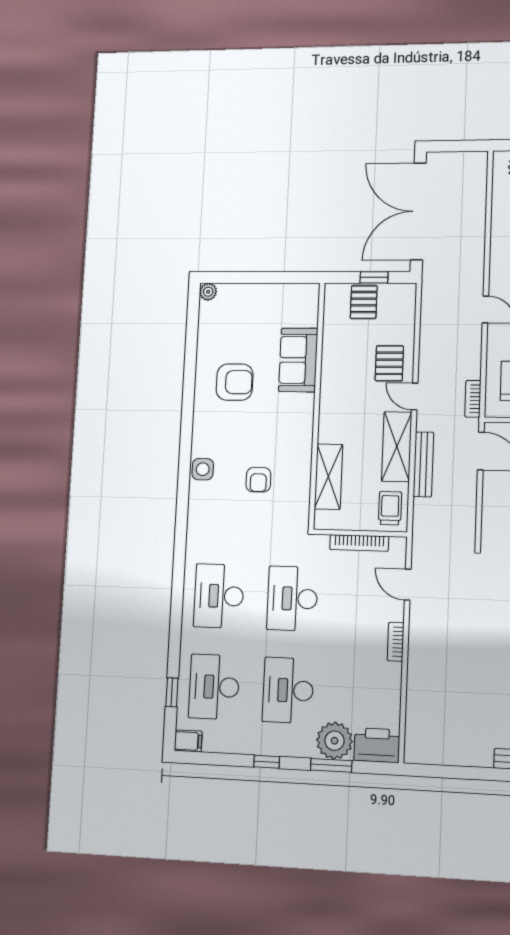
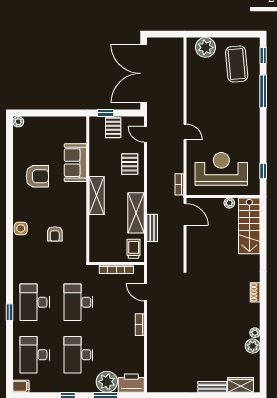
window: (374, 277) -> (106, 113), moved
door: (415, 397) -> (146, 134), moved
bench: (423, 464) -> (152, 228), width x0.73
shelving: (328, 477) -> (97, 196), moved
window: (172, 692) -> (9, 312), moved

